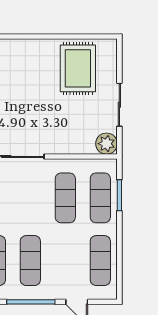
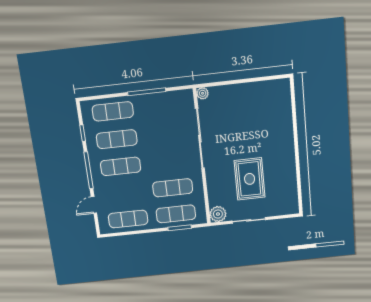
rug: (78, 68) -> (250, 179), moved, turned 90

